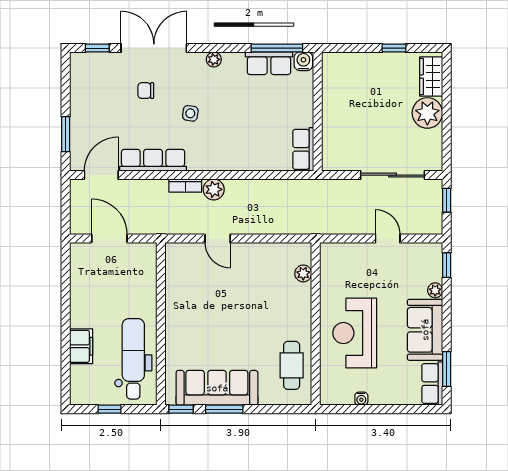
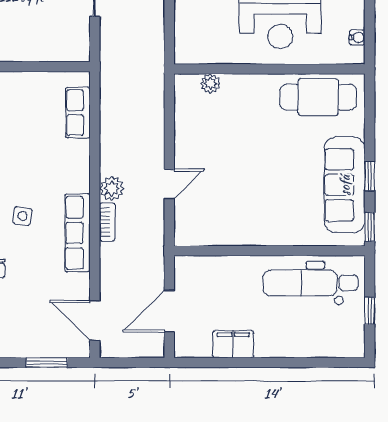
row of seats: (303, 149) -> (78, 113), moved, turned 90
row of seats: (153, 160) -> (77, 233), moved
filing cabinet: (81, 346) -> (233, 344), moved
cafe table: (292, 365) -> (318, 97), width x1.37, depth x1.35
water cooler: (361, 399) -> (357, 37), moved
window: (224, 409) -> (370, 176), width x0.67

